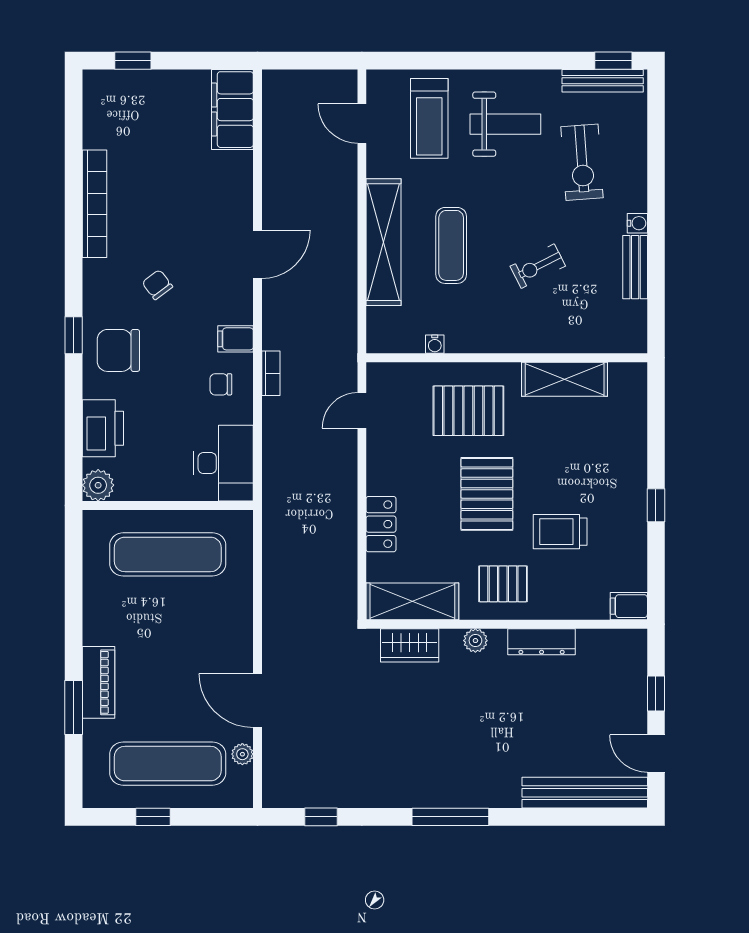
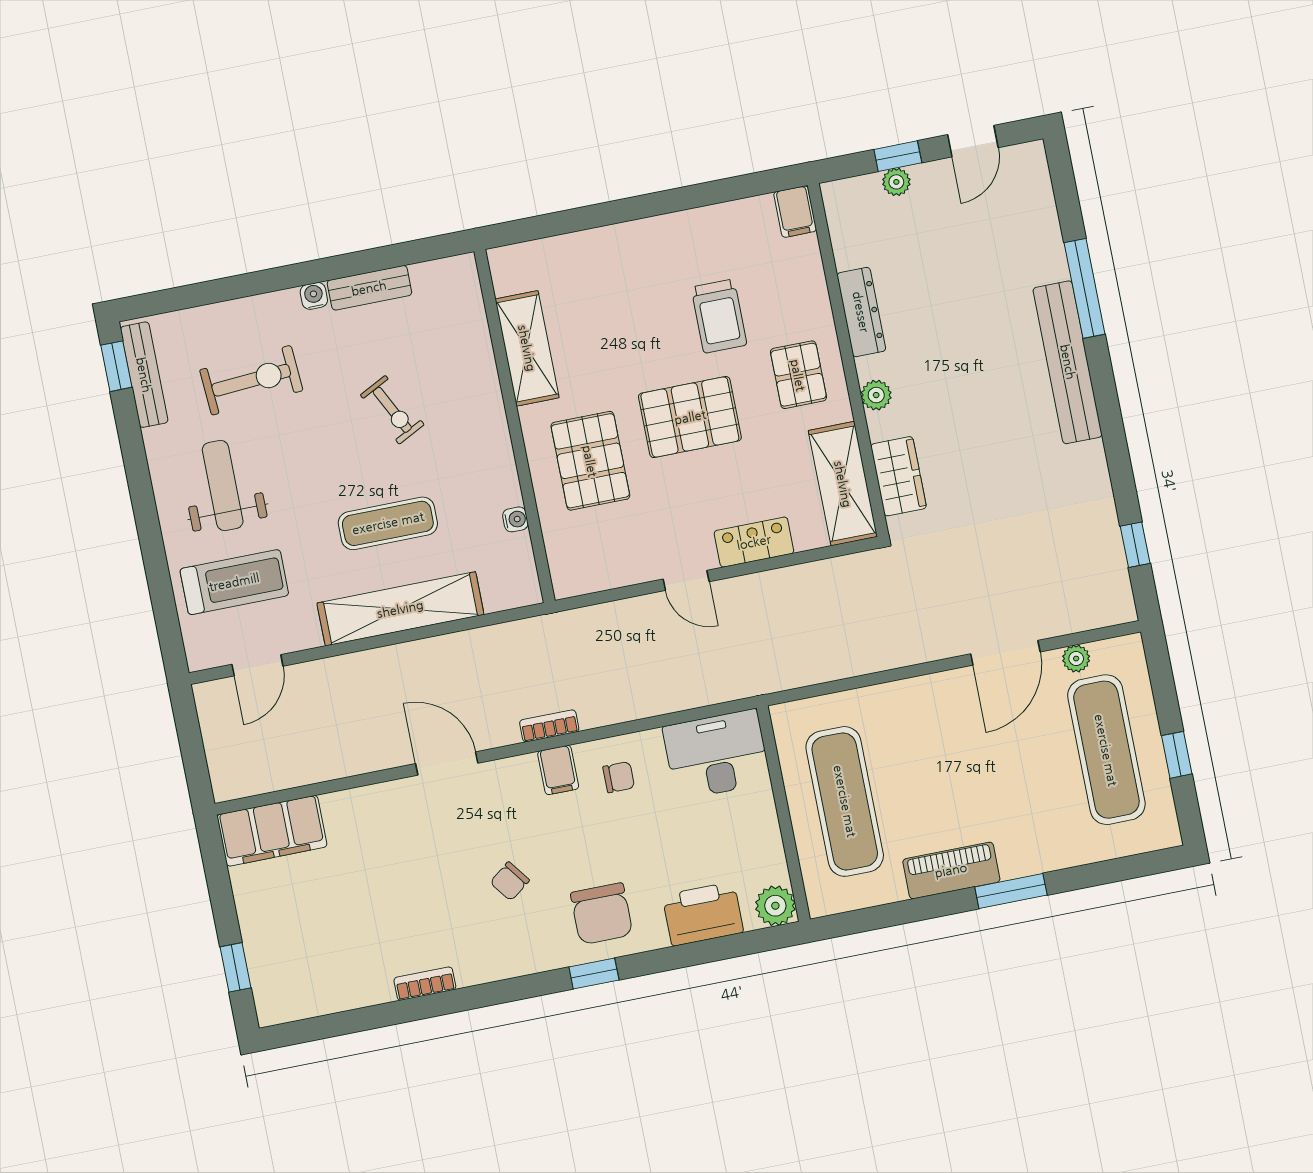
bookcase: (94, 204) -> (425, 984), width x0.43, depth x0.76
bookcase: (271, 373) -> (549, 726), moved
chair: (221, 384) -> (619, 777), turned -90
door: (362, 410) -> (686, 580), moved
window: (656, 505) -> (662, 203), removed
piano: (98, 682) -> (951, 870), moved
plant: (636, 688) -> (896, 182), added
window: (74, 707) -> (1011, 891), moved
bench: (585, 793) -> (1068, 362), moved
window: (450, 817) -> (1084, 288), moved

